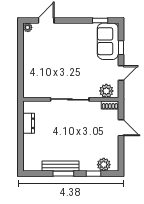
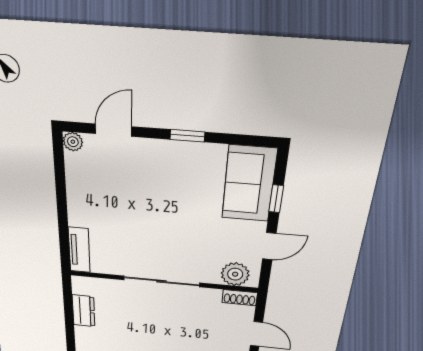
window: (100, 20) -> (187, 136), moved
tv unit: (28, 85) -> (79, 250), added

